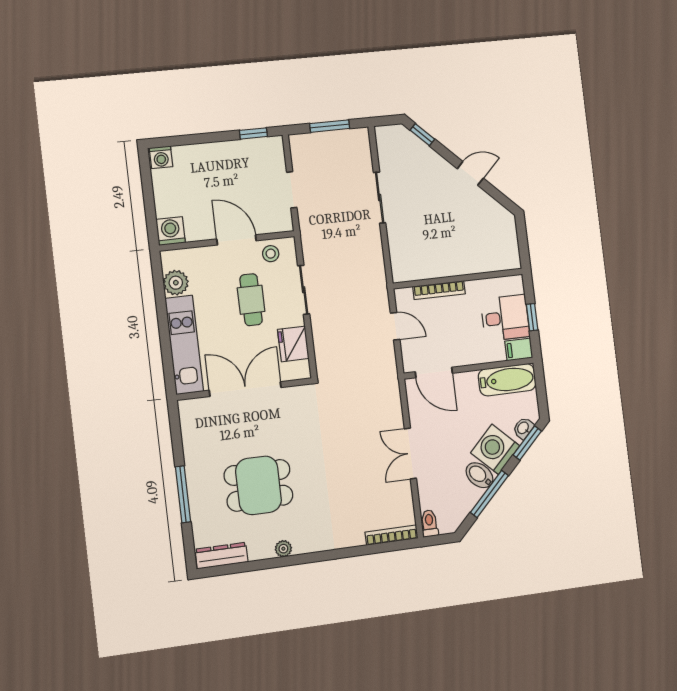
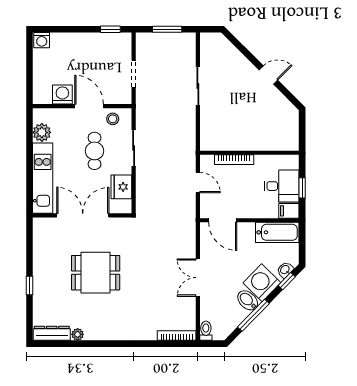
window: (422, 135) -> (236, 42), removed
washing machine: (171, 231) -> (62, 95), moved
window: (527, 443) -> (287, 281), width x0.67
dining table: (258, 485) -> (96, 273), moved
window: (183, 494) -> (29, 286), width x0.46
plant: (283, 549) -> (78, 334), moved

